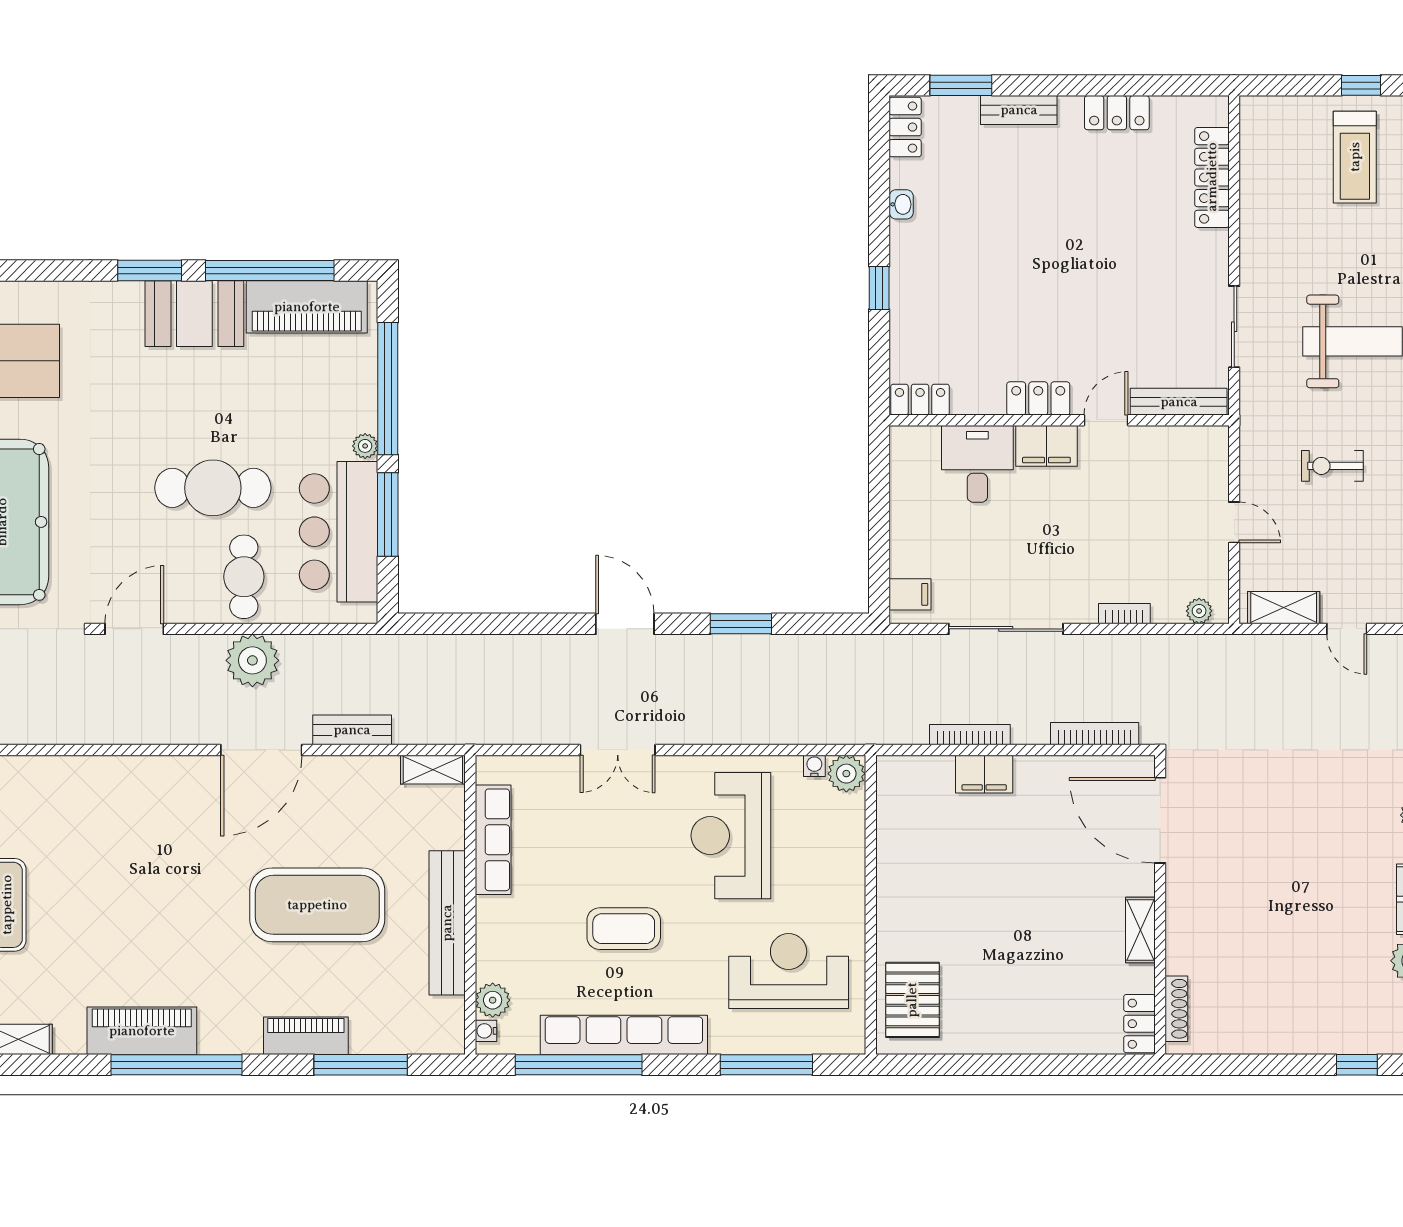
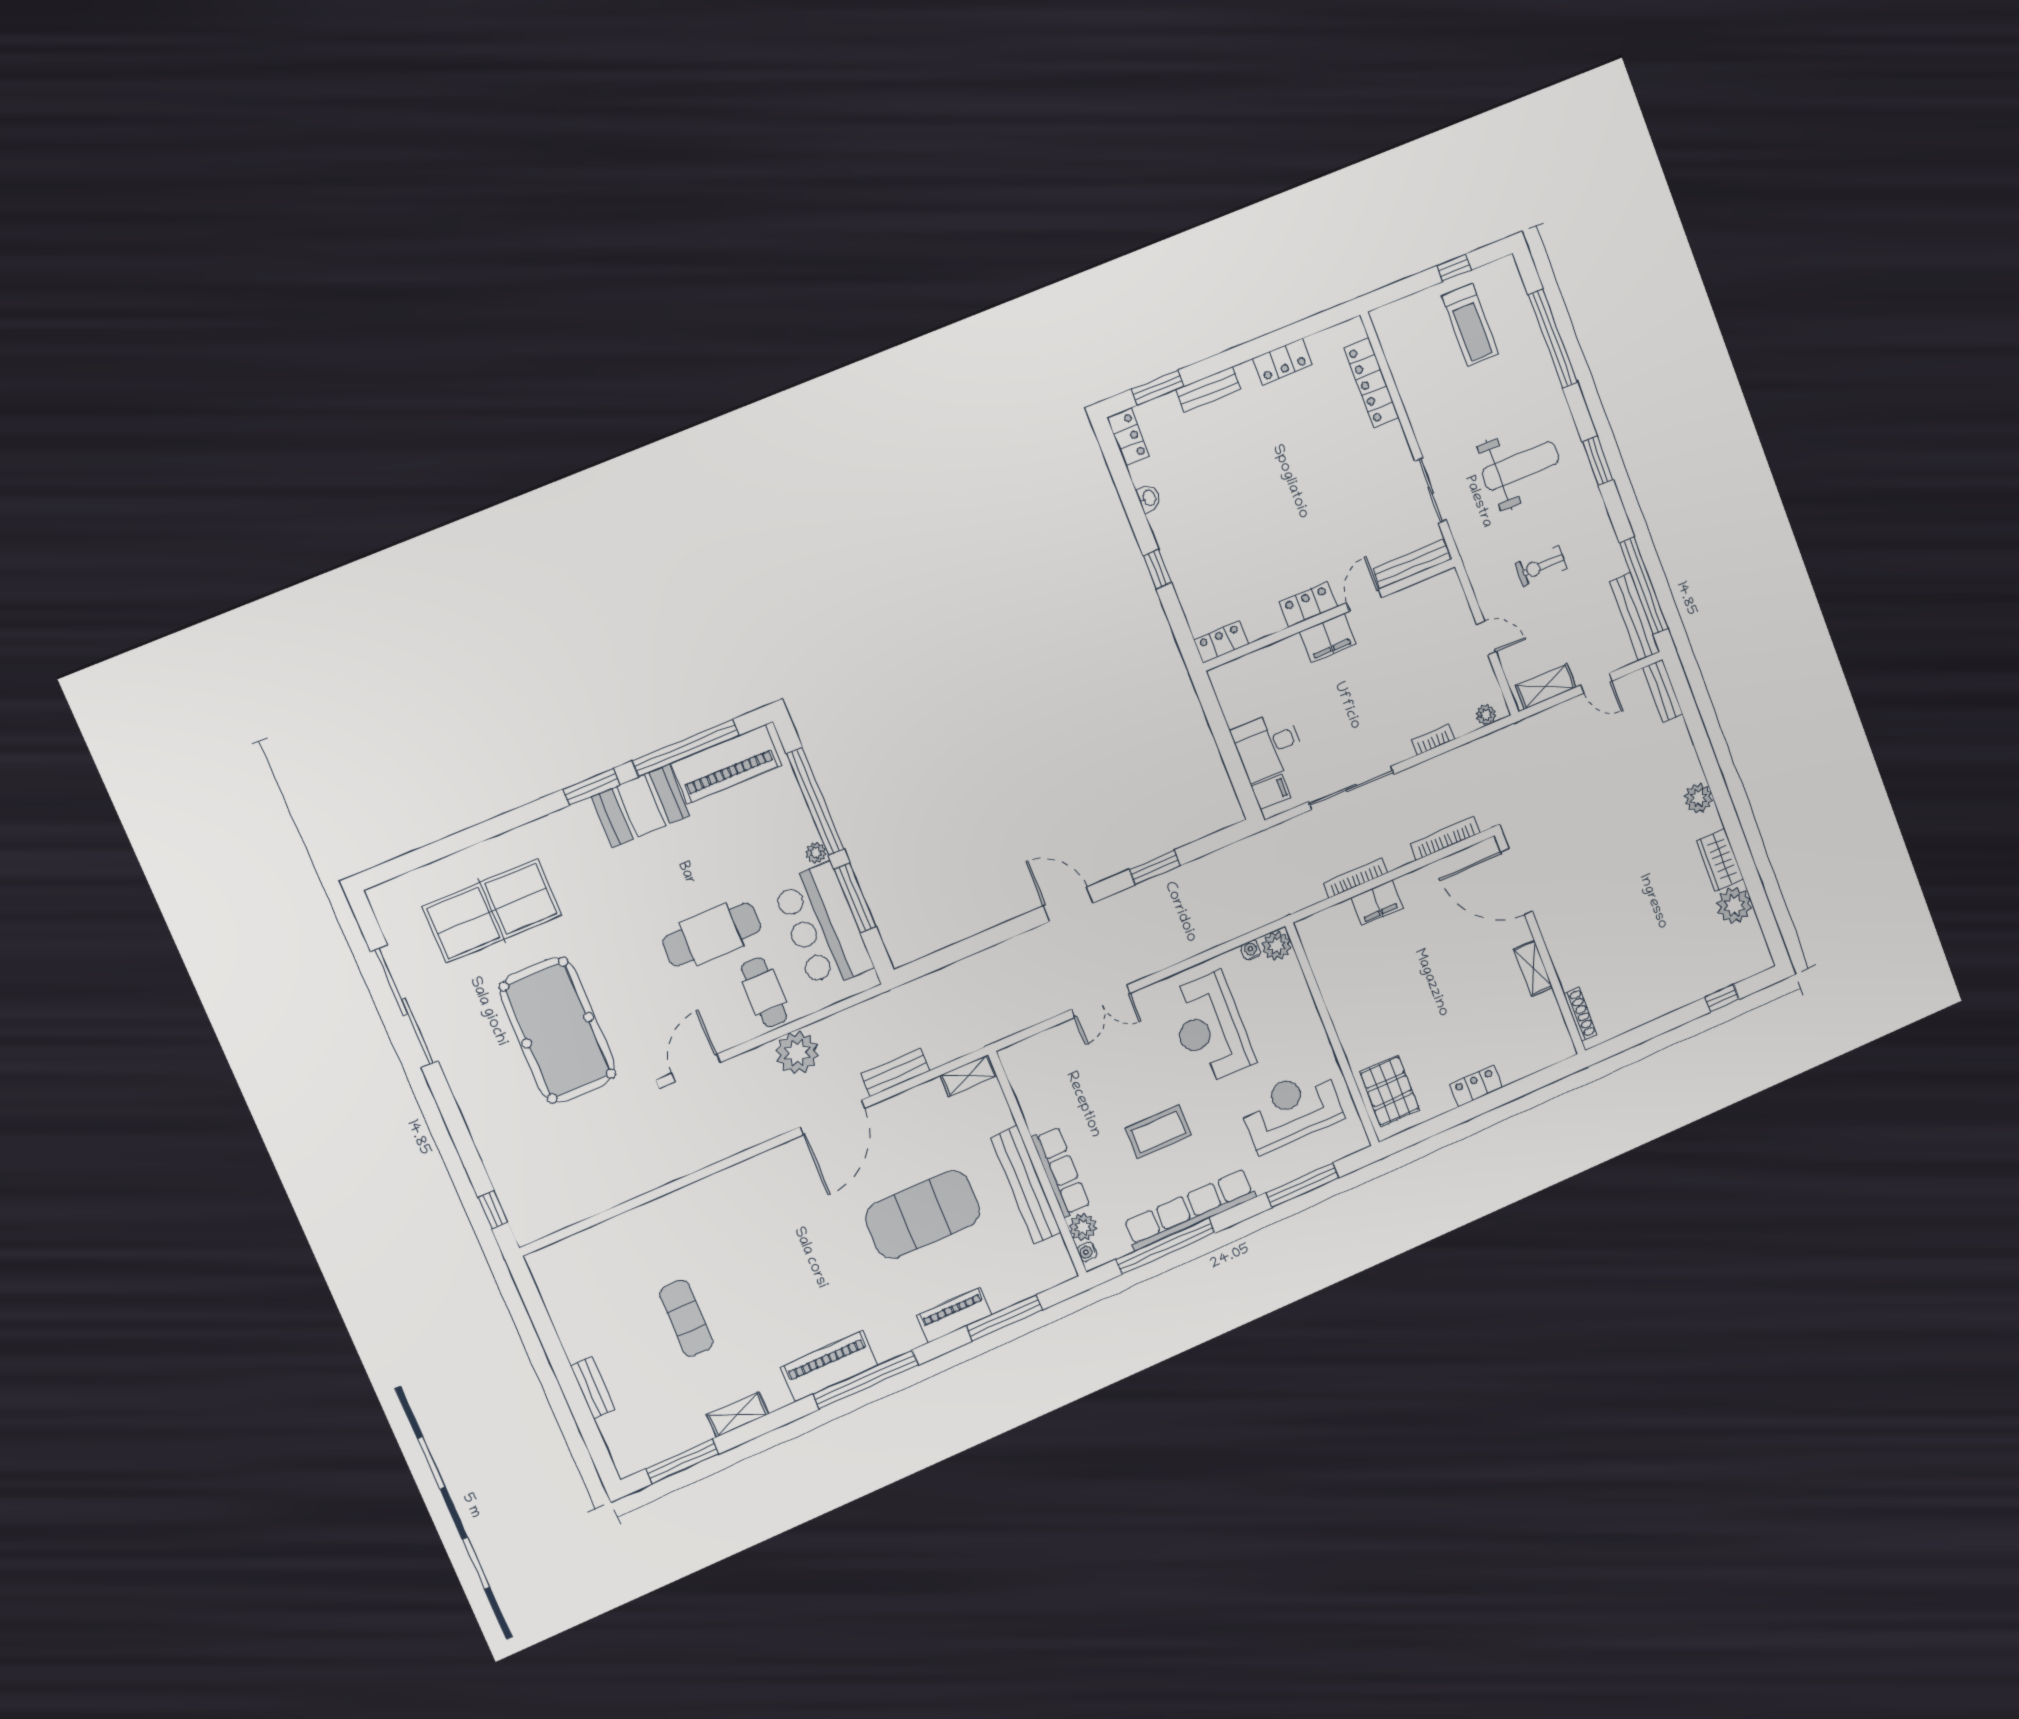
desk: (977, 464) -> (1268, 746), moved, turned -90
row of seats: (493, 840) -> (1061, 1172), moved
locker: (1139, 1024) -> (1476, 1086), moved, turned 90

